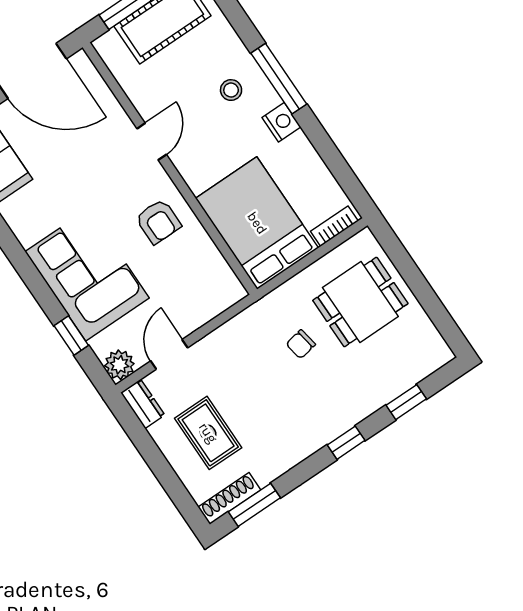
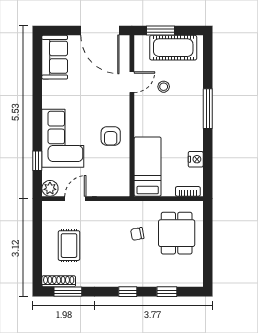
stool: (231, 90) -> (164, 87), moved
nightstand: (281, 122) -> (196, 159), moved
door: (152, 142) -> (132, 82), moved
bed: (257, 223) -> (148, 167), width x0.67
dining table: (360, 302) -> (177, 233), turned 90
dresser: (143, 404) -> (49, 213), removed

